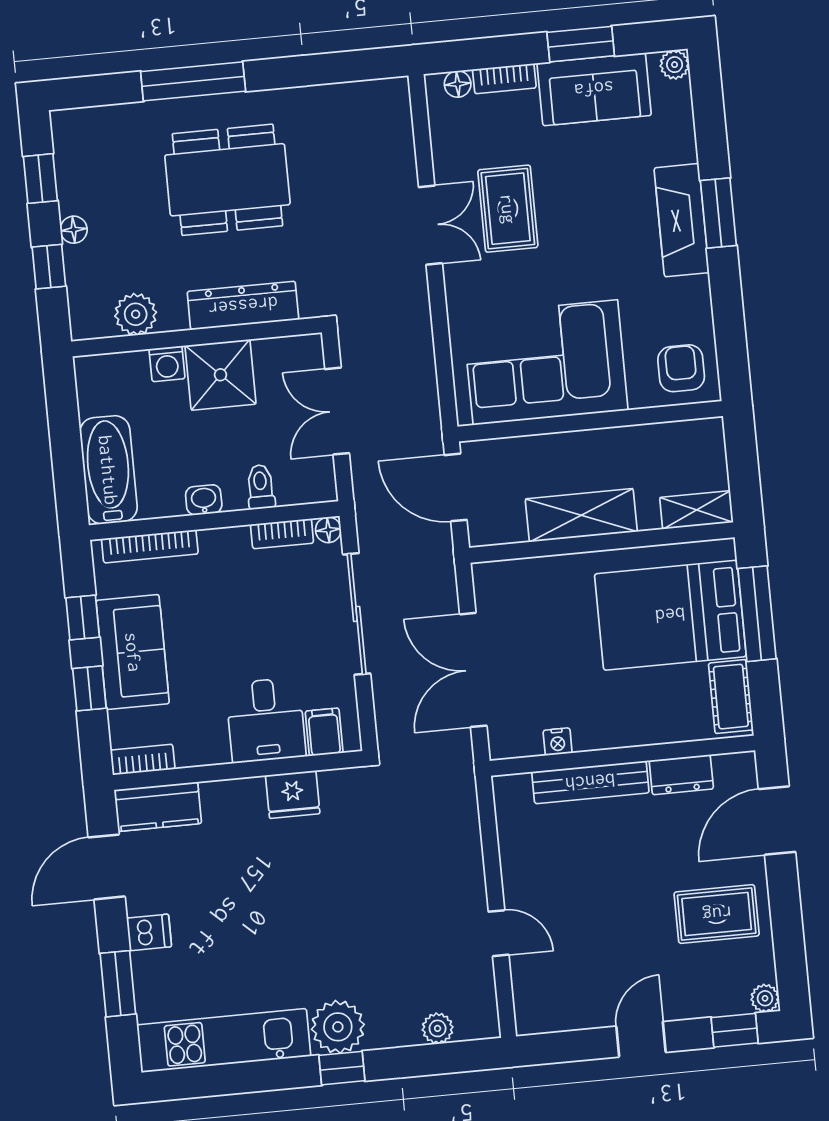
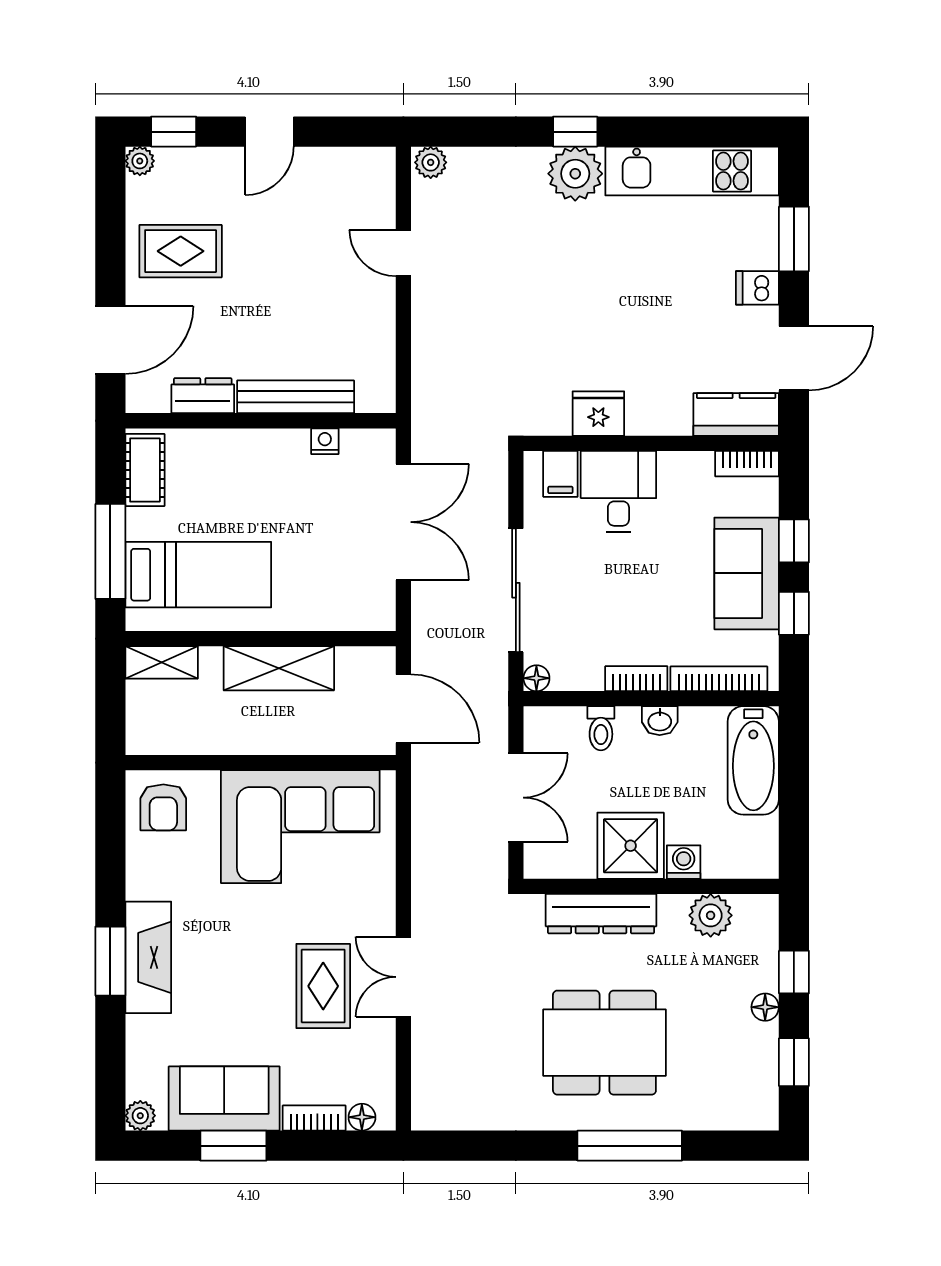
bookcase: (282, 534) -> (636, 679), moved
bed: (670, 615) -> (198, 575), width x0.67
plant: (438, 1028) -> (431, 162), moved

